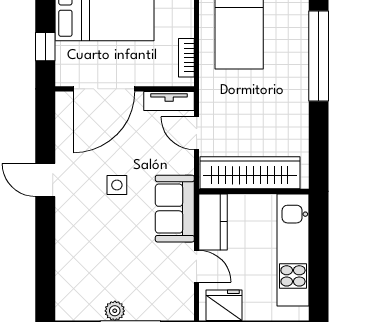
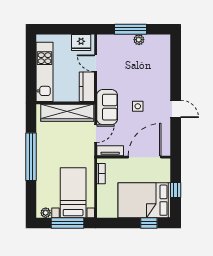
window: (45, 47) -> (176, 190), moved
window: (319, 56) -> (31, 157), moved
door: (197, 133) -> (96, 134), hinge flipped
sofa: (175, 209) -> (107, 107), moved

